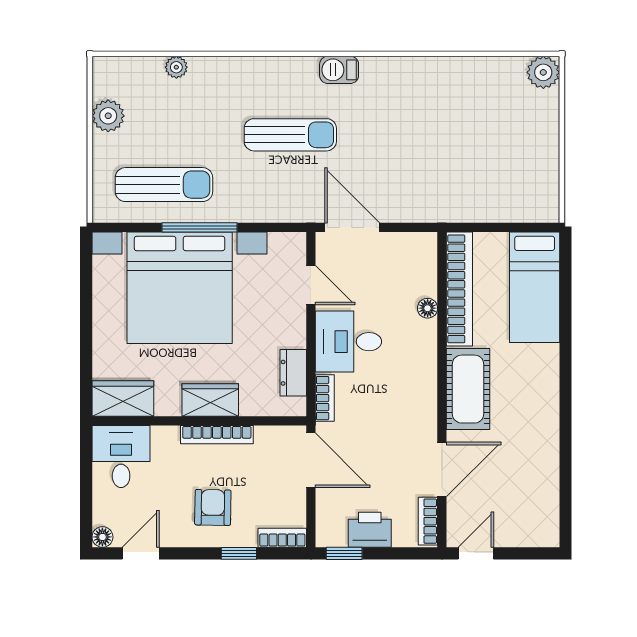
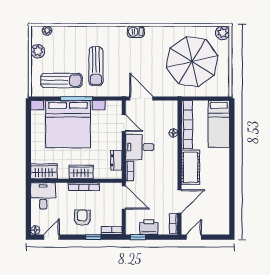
plant: (176, 67) -> (47, 31), moved
sun lounger: (290, 135) -> (96, 66), moved, turned 90
parasol: (472, 140) -> (192, 62), added

